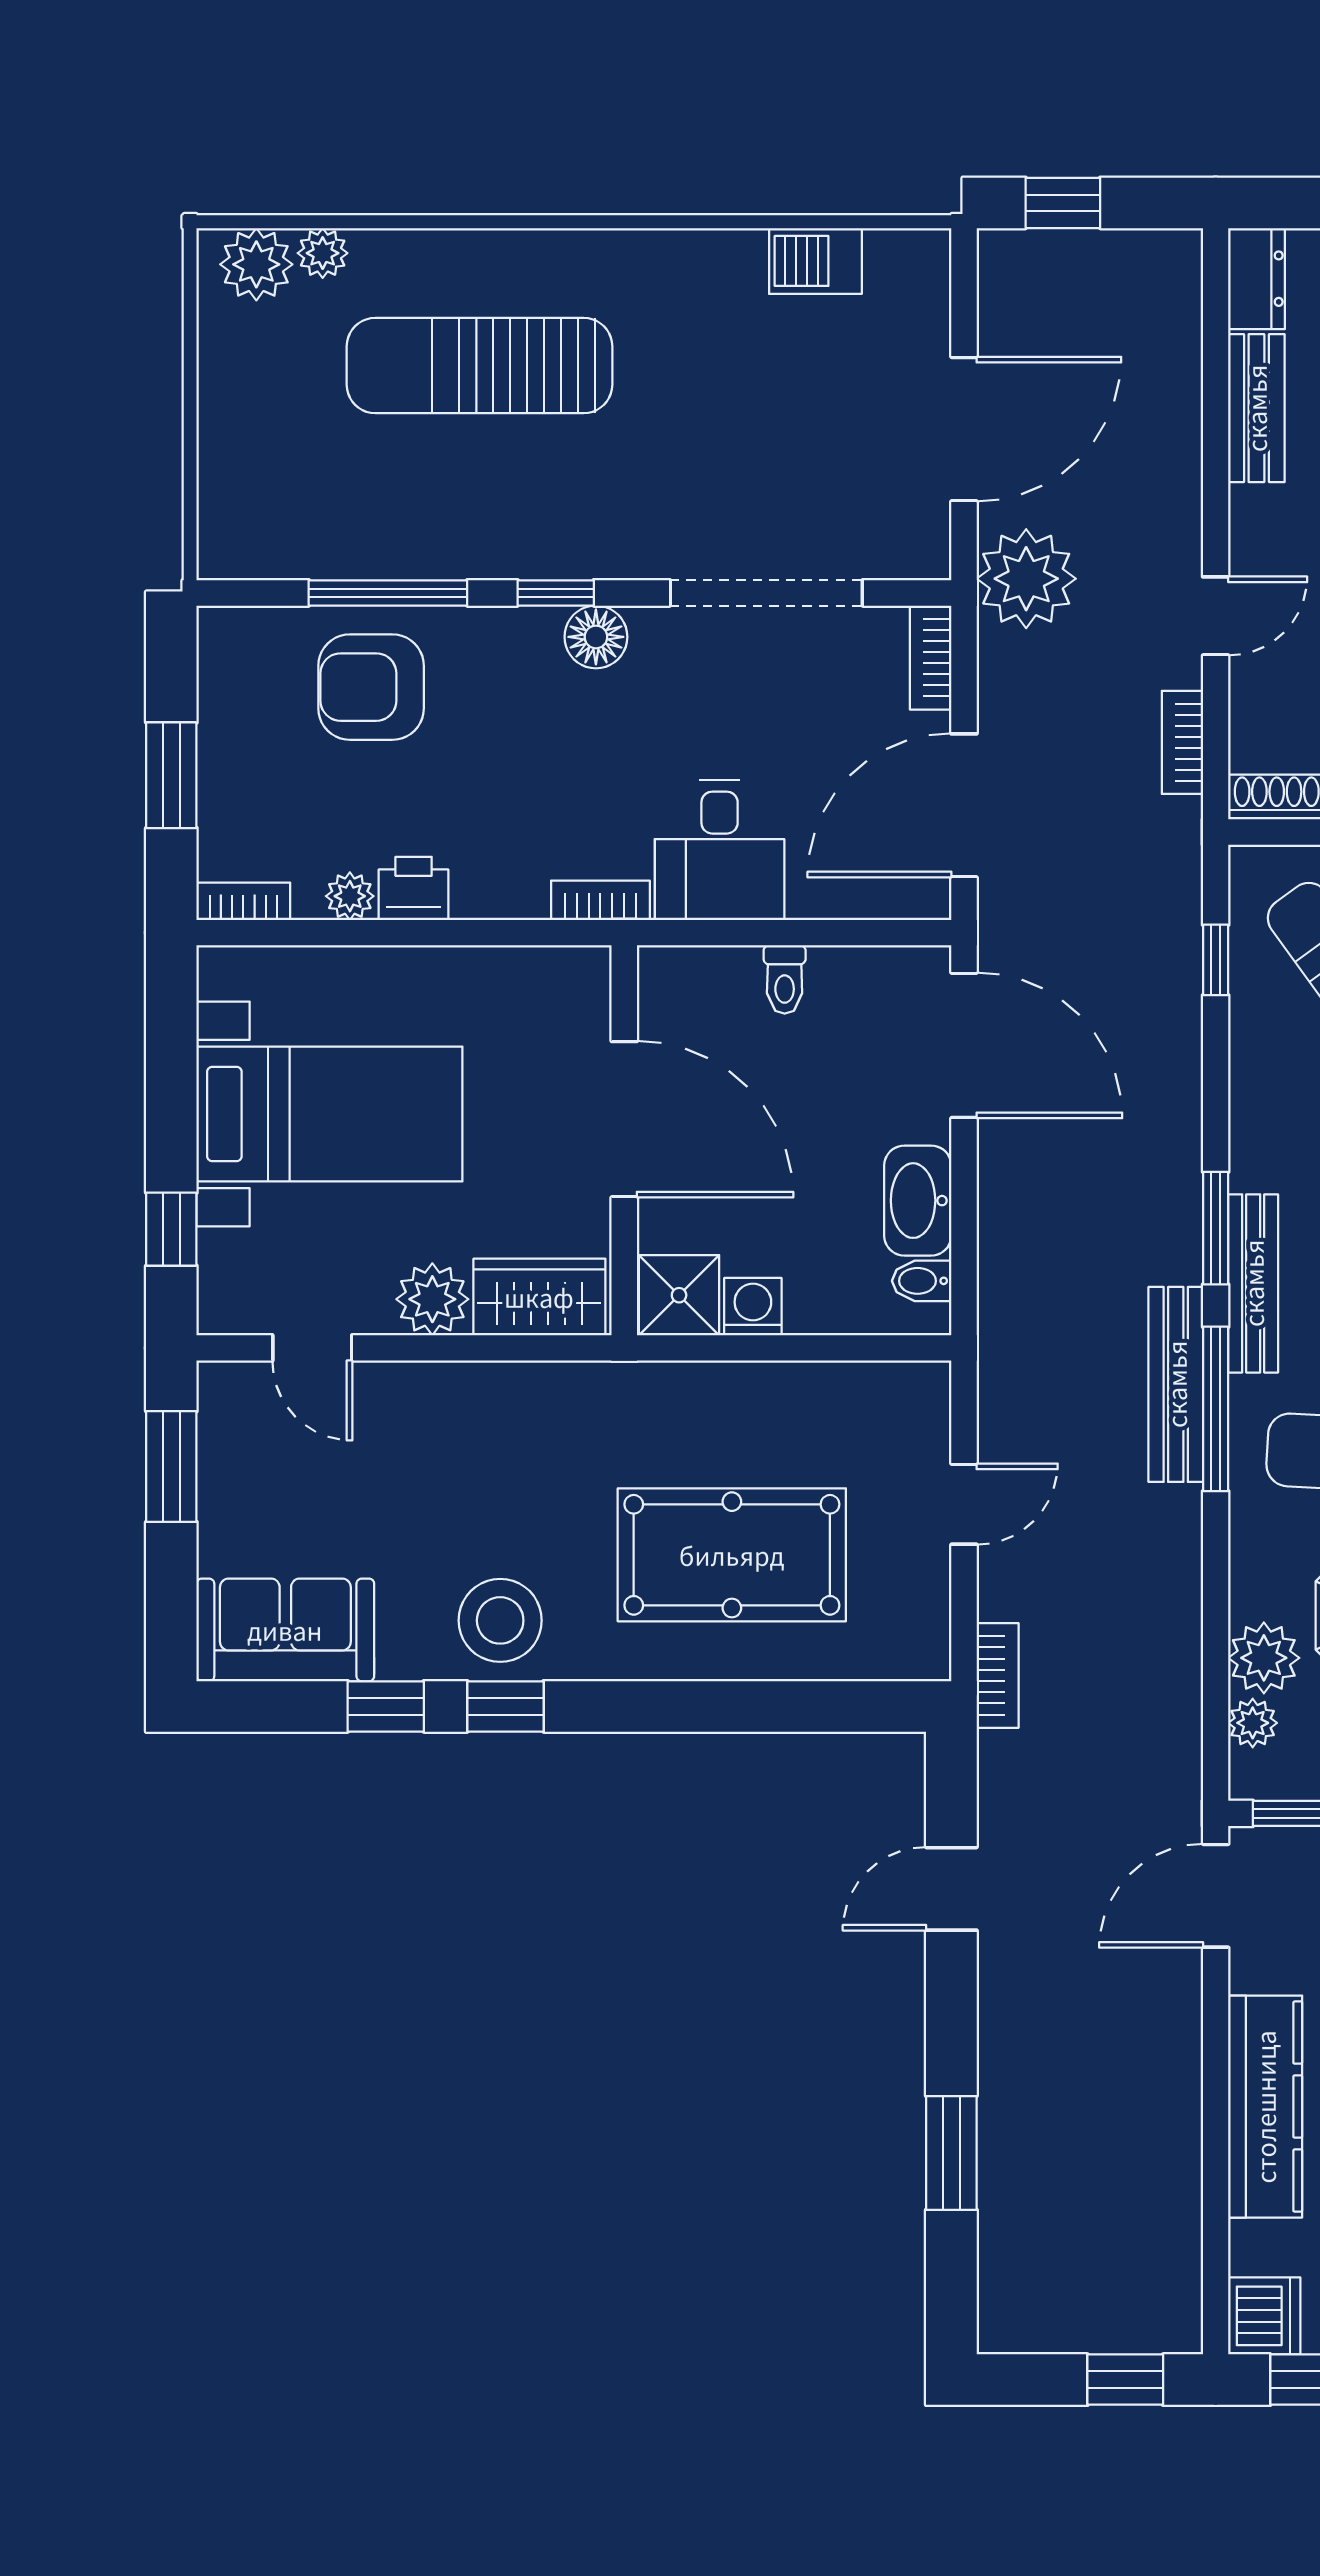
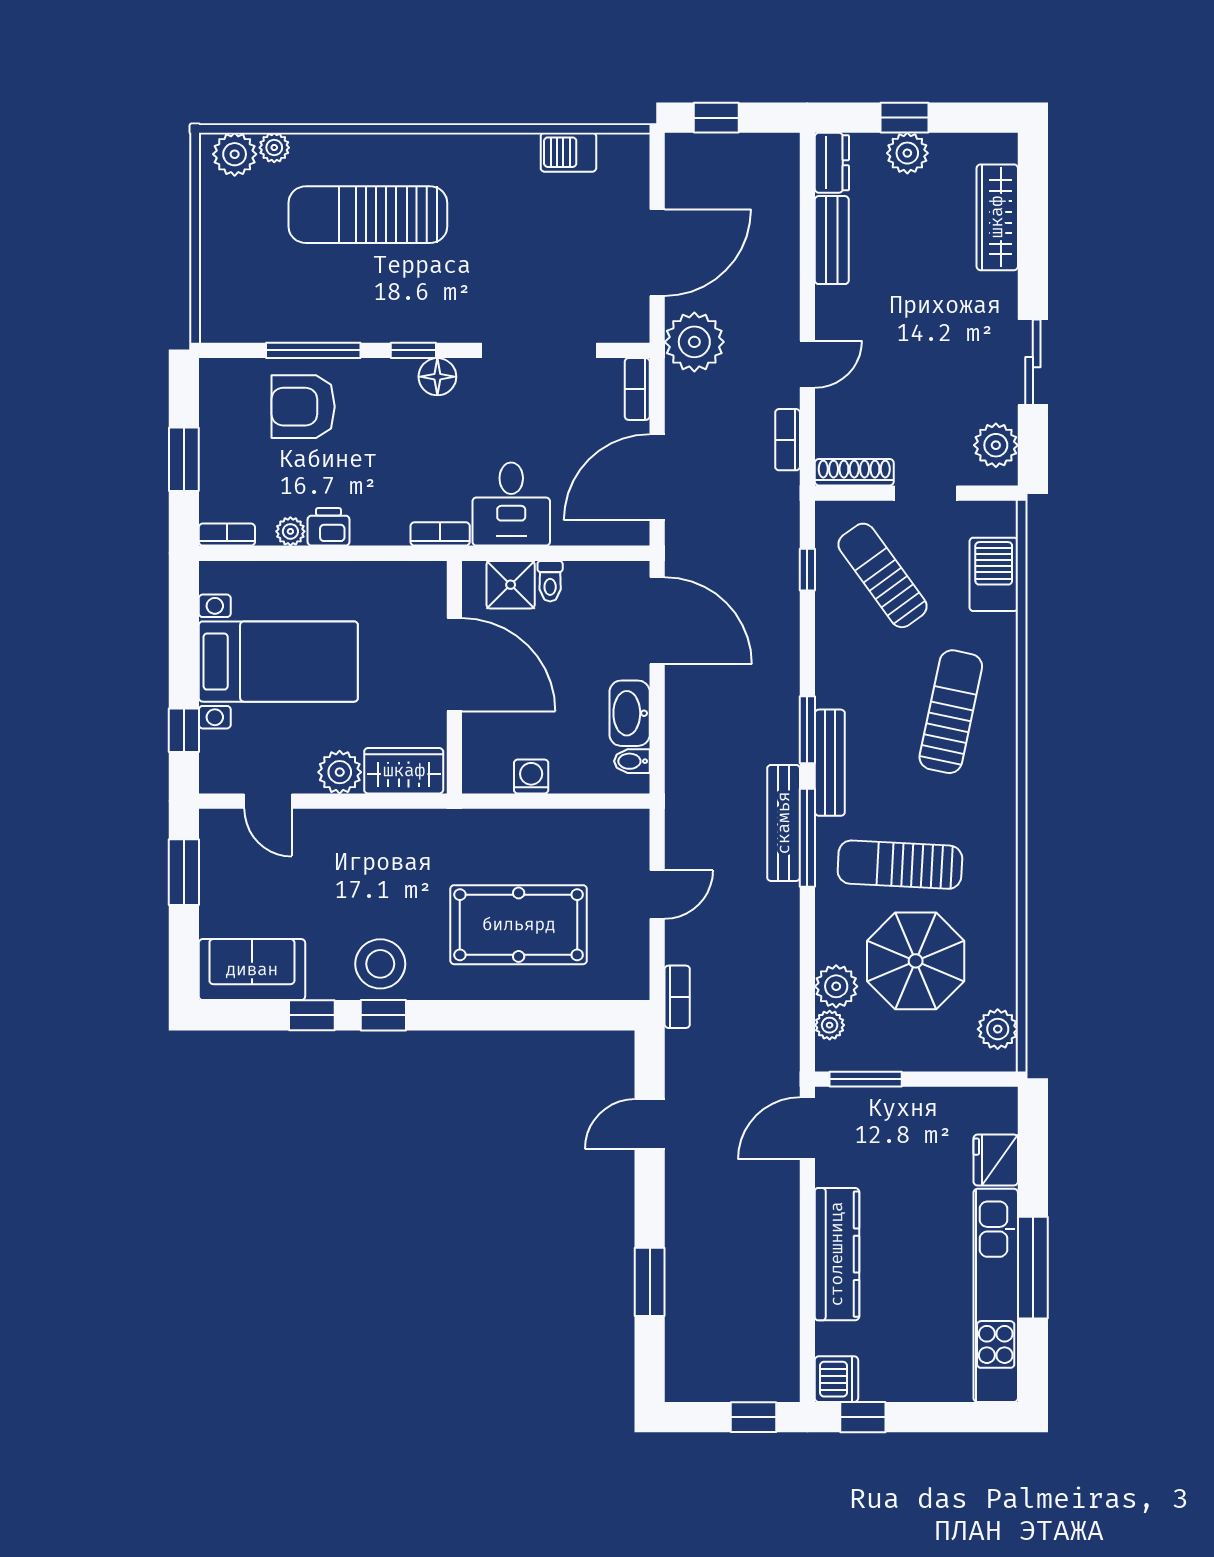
shower: (679, 1295) -> (511, 585), moved

